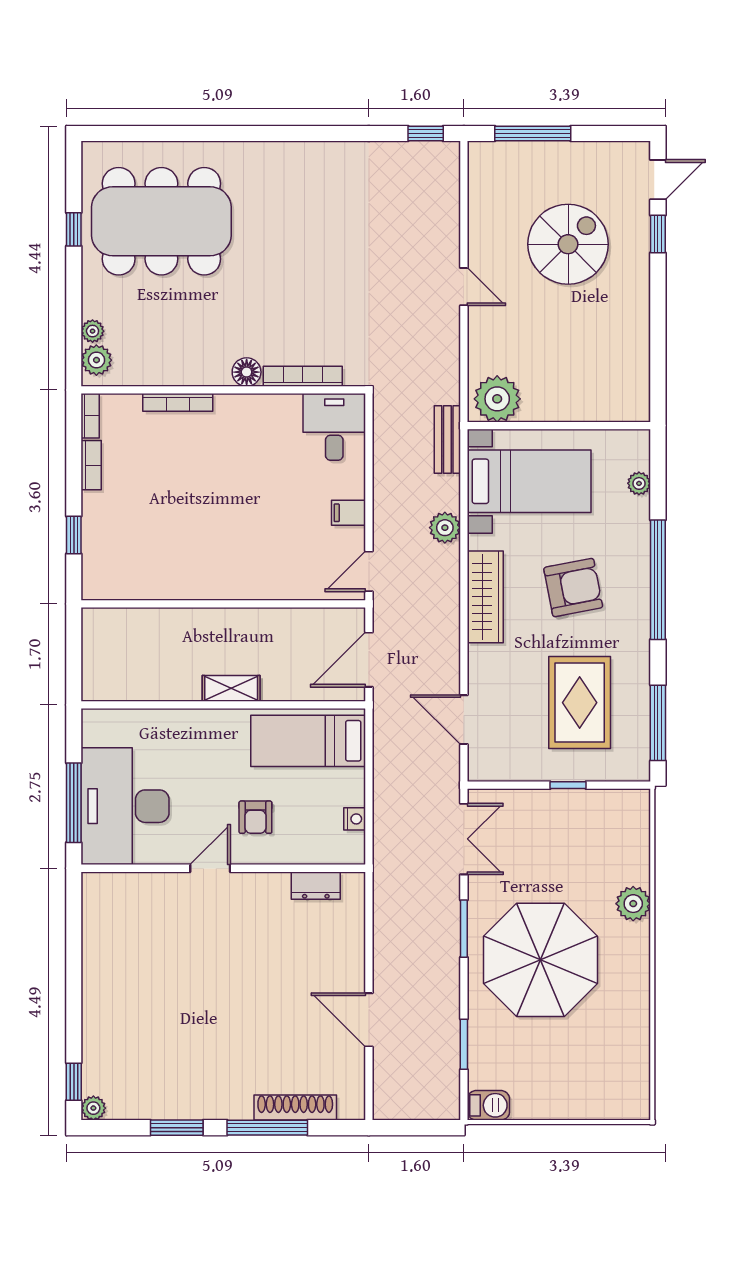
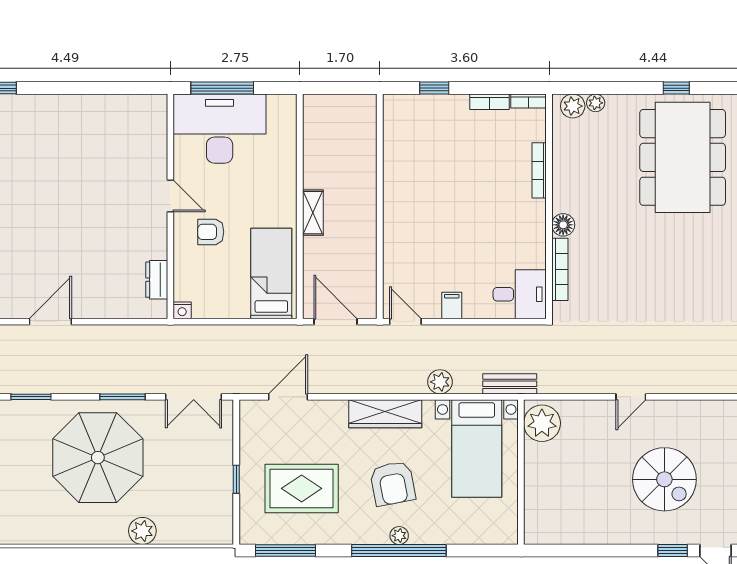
plant: (639, 483) -> (399, 536), moved
nightstand: (355, 819) -> (182, 310), moved

